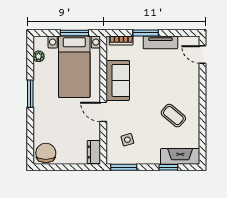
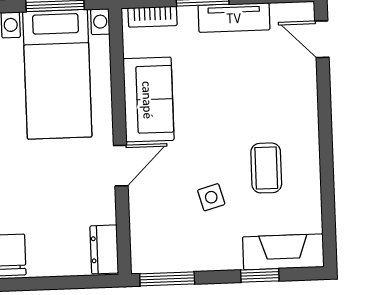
door: (103, 112) -> (121, 166), swing flipped
coffee table: (173, 116) -> (266, 168), turned 50
side table: (127, 140) -> (211, 197), moved

